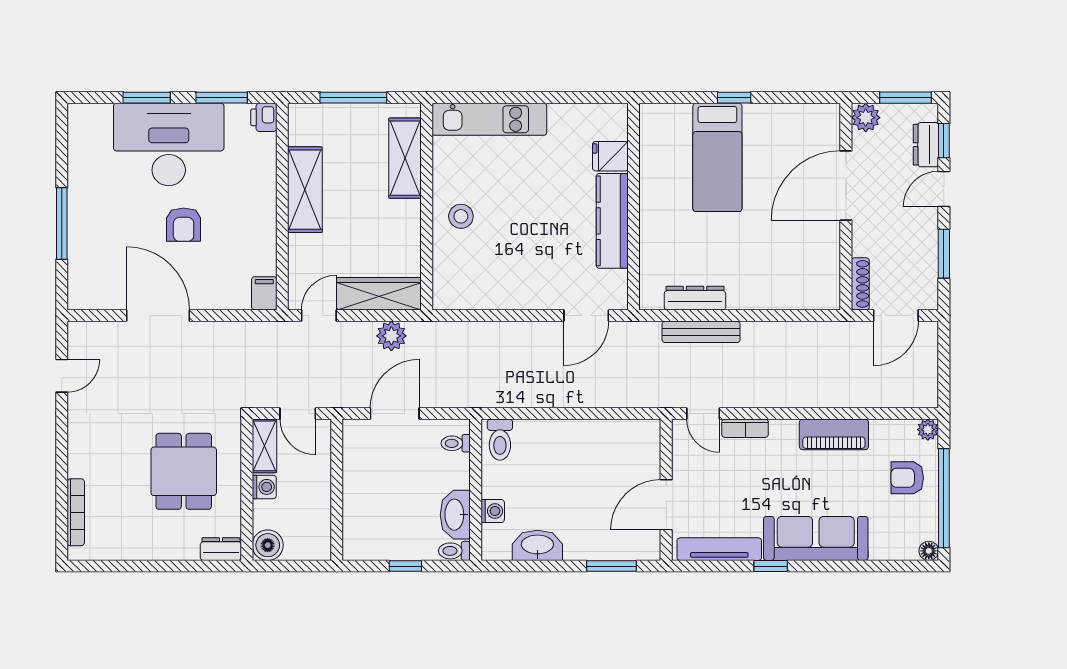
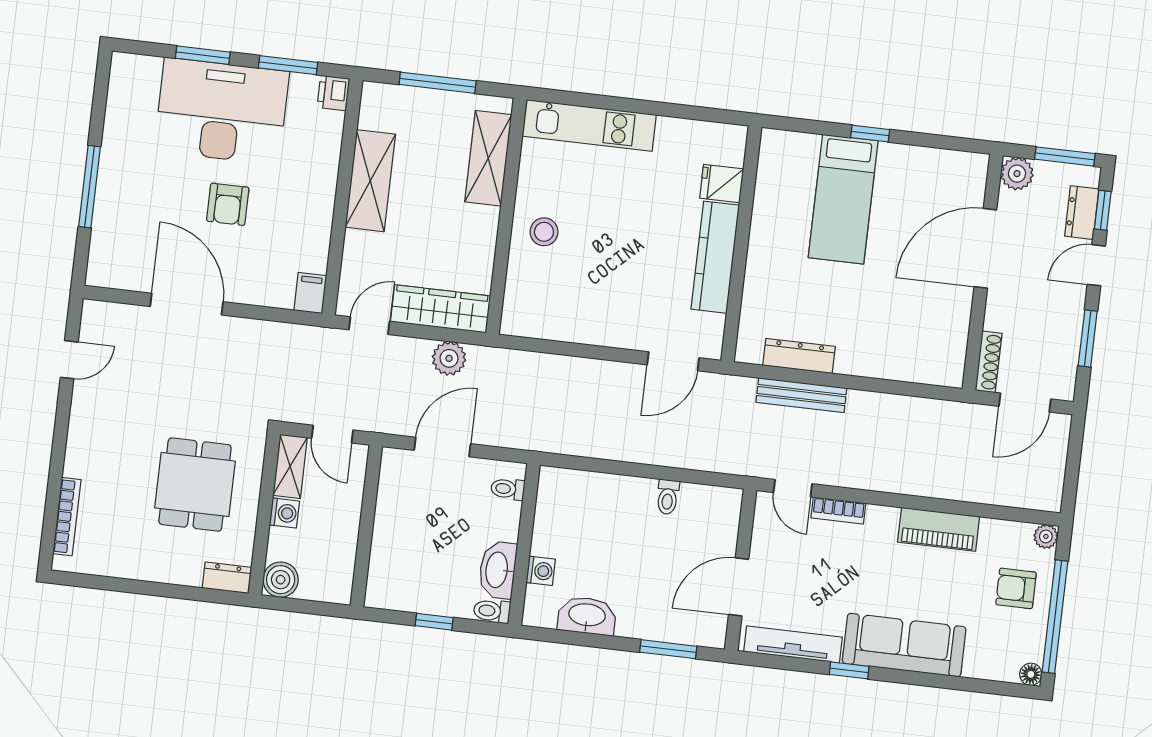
toilet: (500, 440) -> (668, 497), moved, width x0.73, depth x0.72

